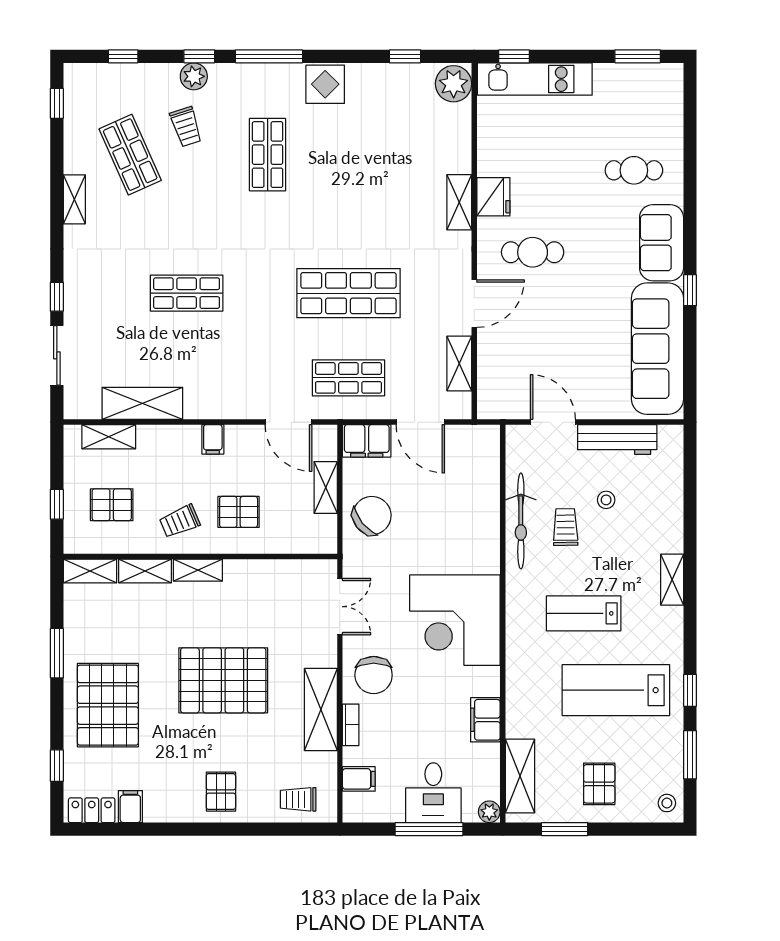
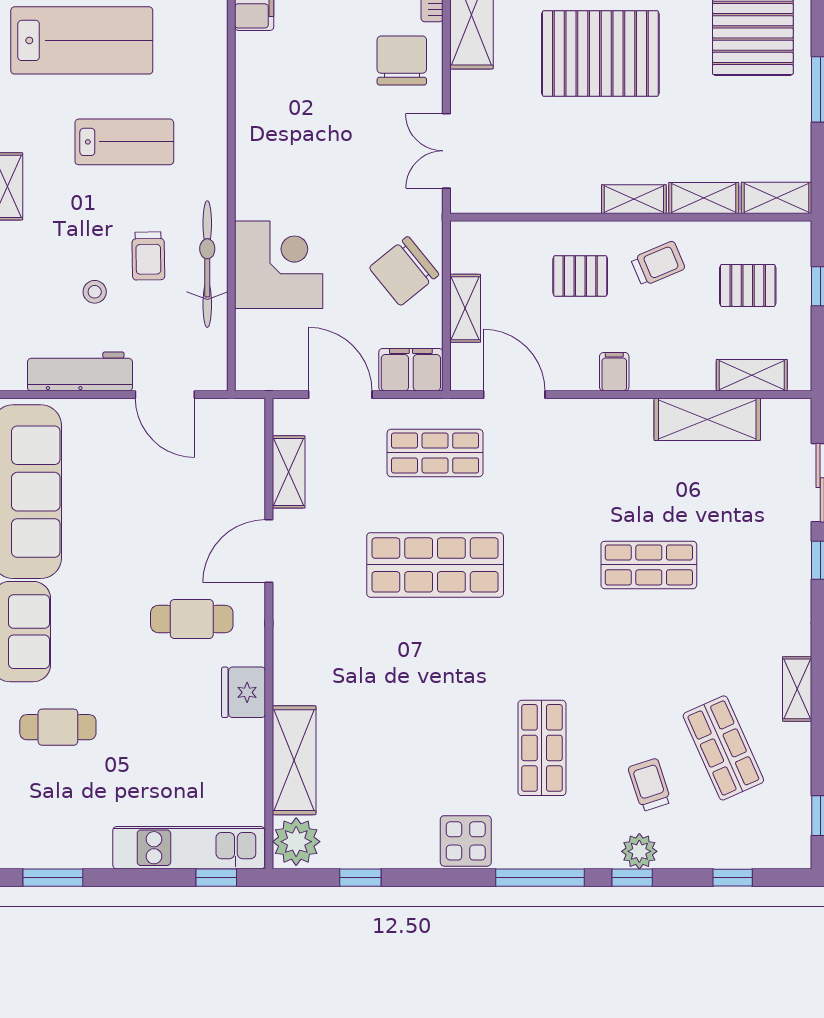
shelving: (459, 202) -> (294, 760), moved, width x1.50, depth x1.33
corner desk: (455, 620) -> (279, 265), moved, width x0.74, depth x0.74

